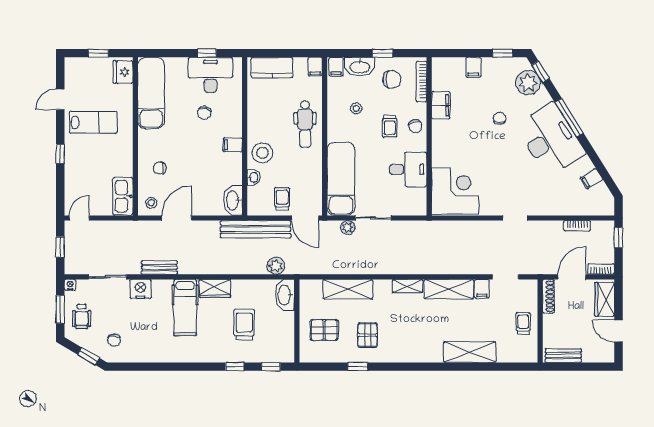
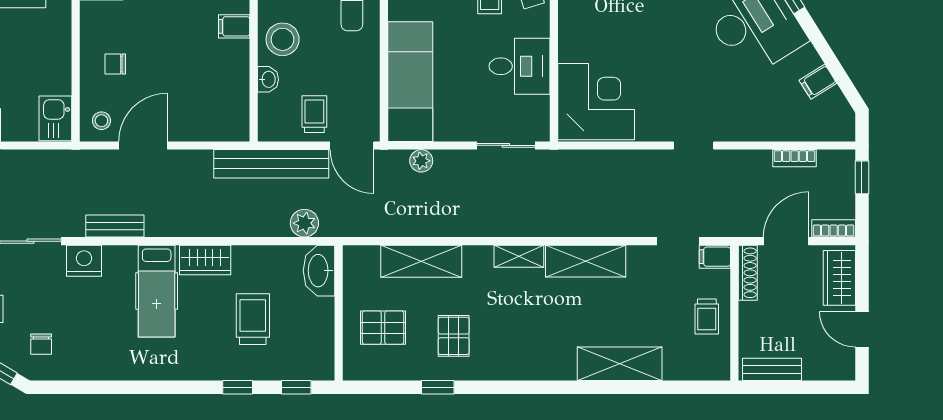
kitchen sink: (123, 196) -> (55, 118), width x0.73
washbasin: (233, 200) -> (235, 117), removed
sliding door: (373, 218) -> (506, 145), moved
filing cabinet: (482, 289) -> (715, 257), moved, turned 90
trolley: (523, 323) -> (707, 316), turned 180

